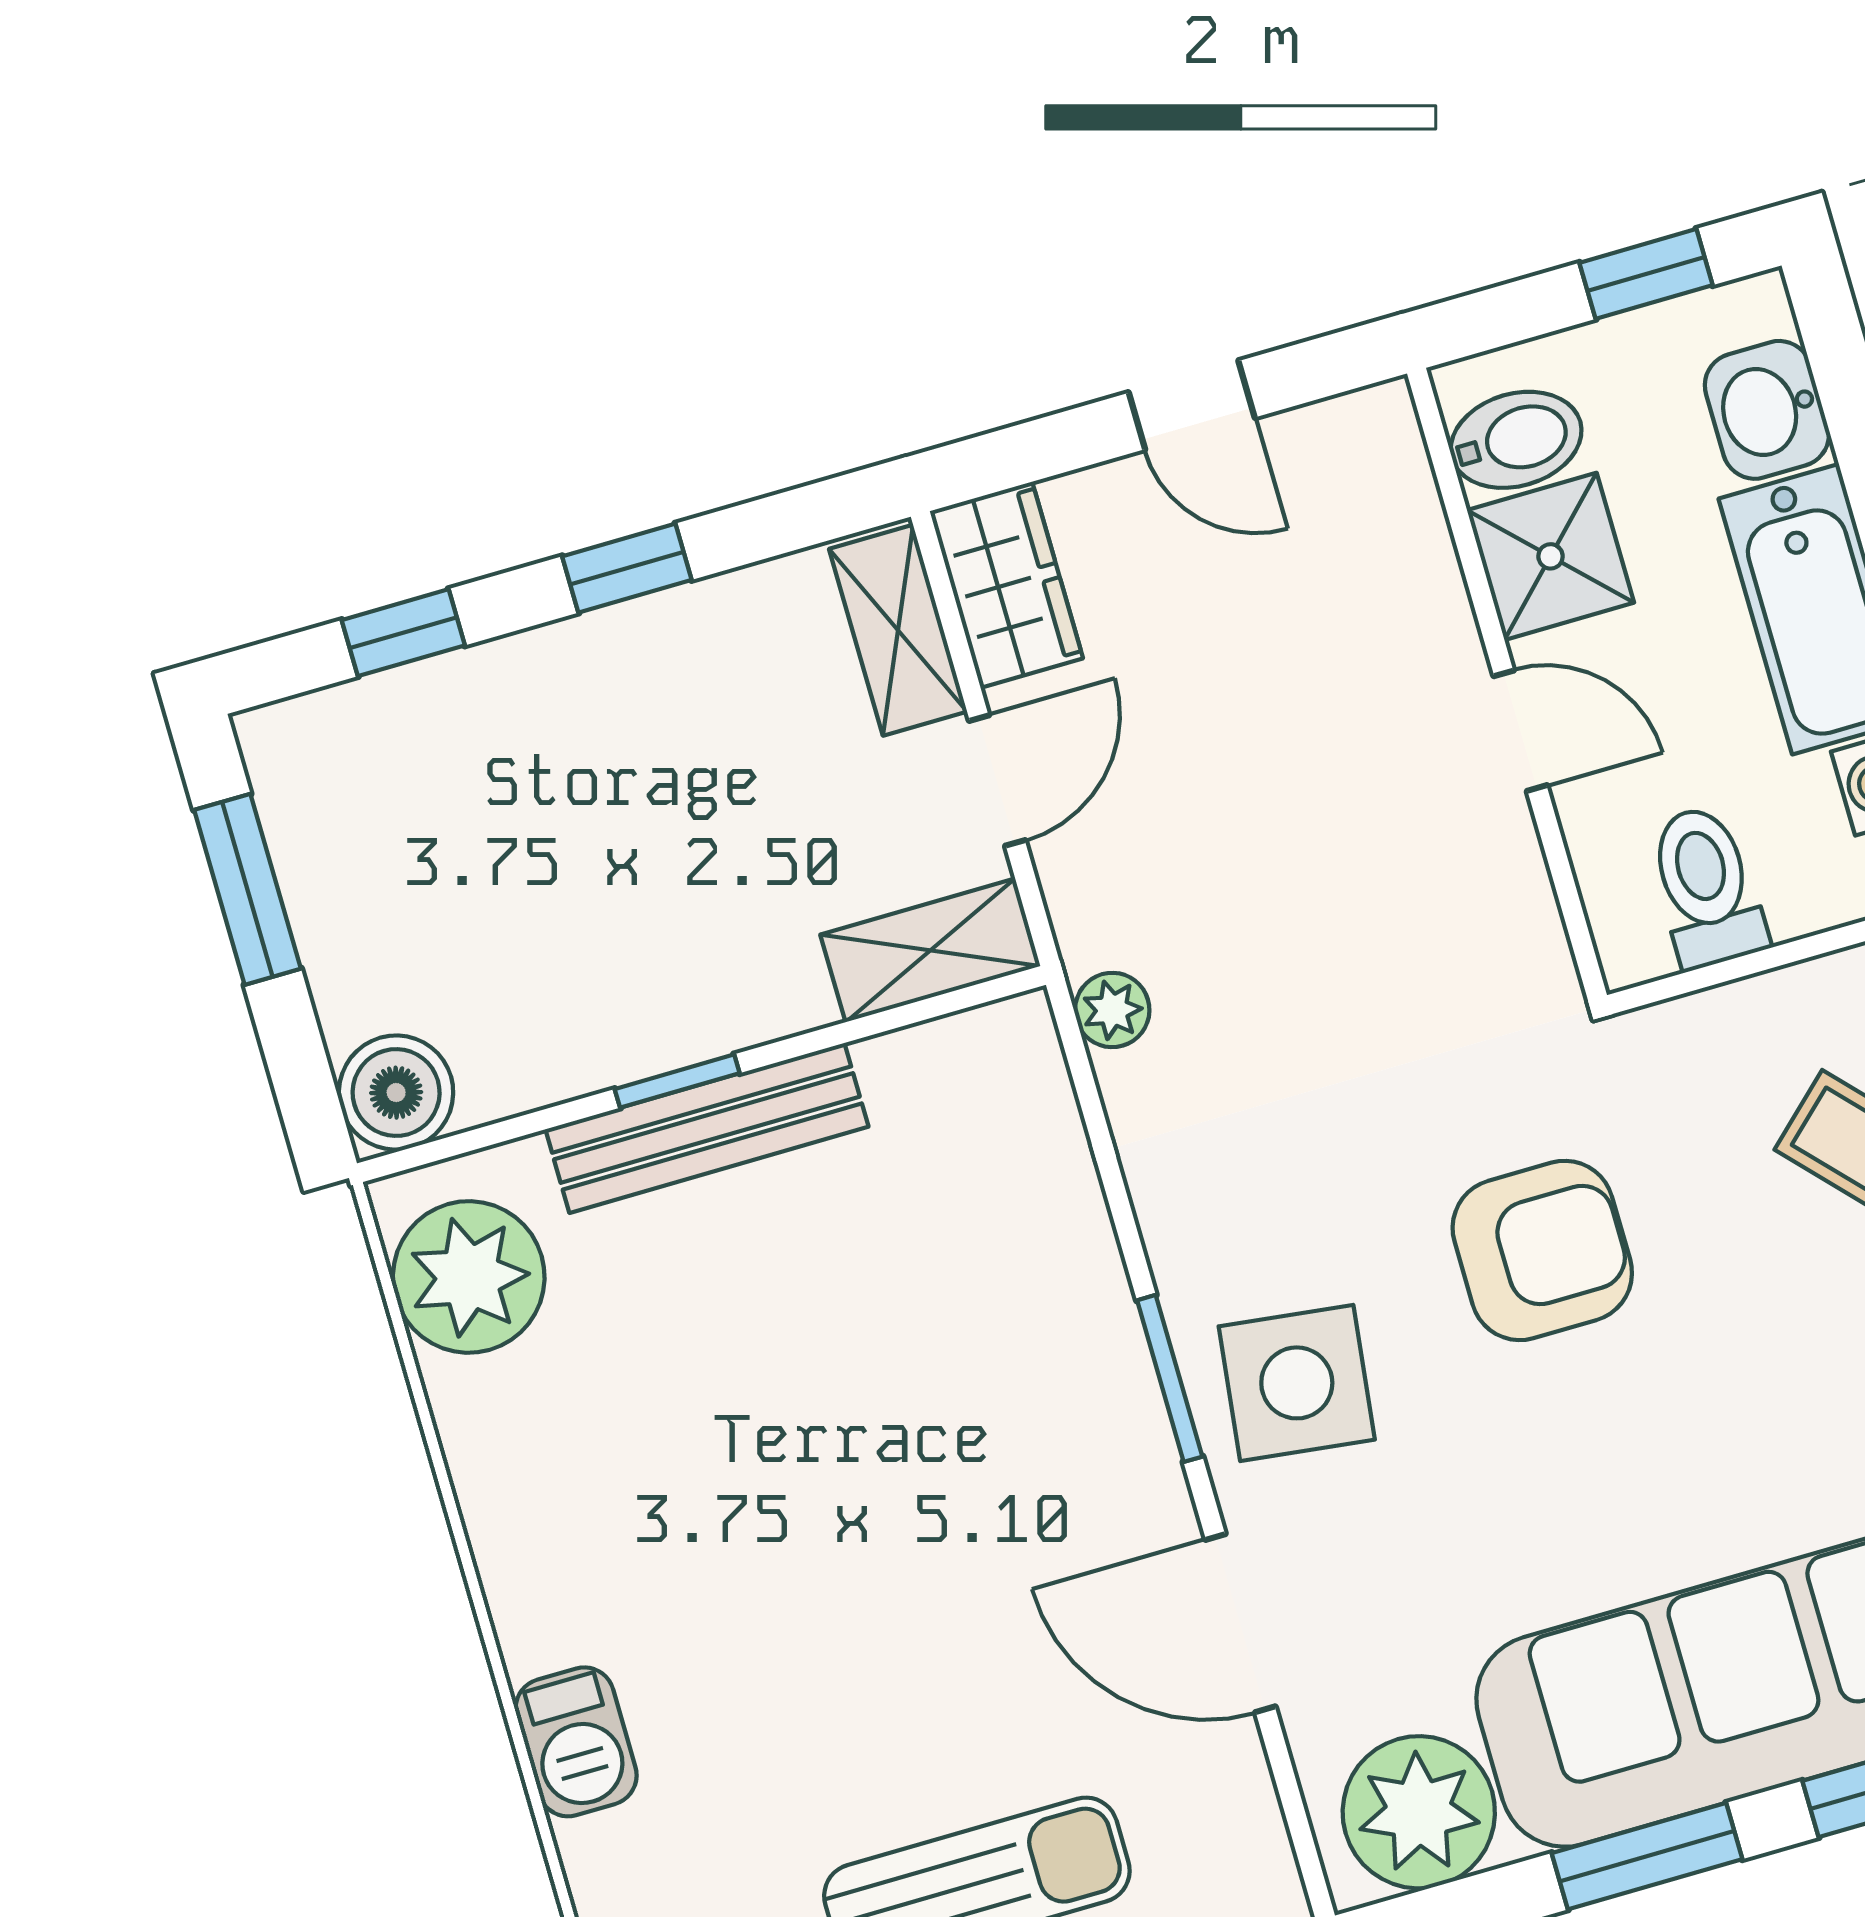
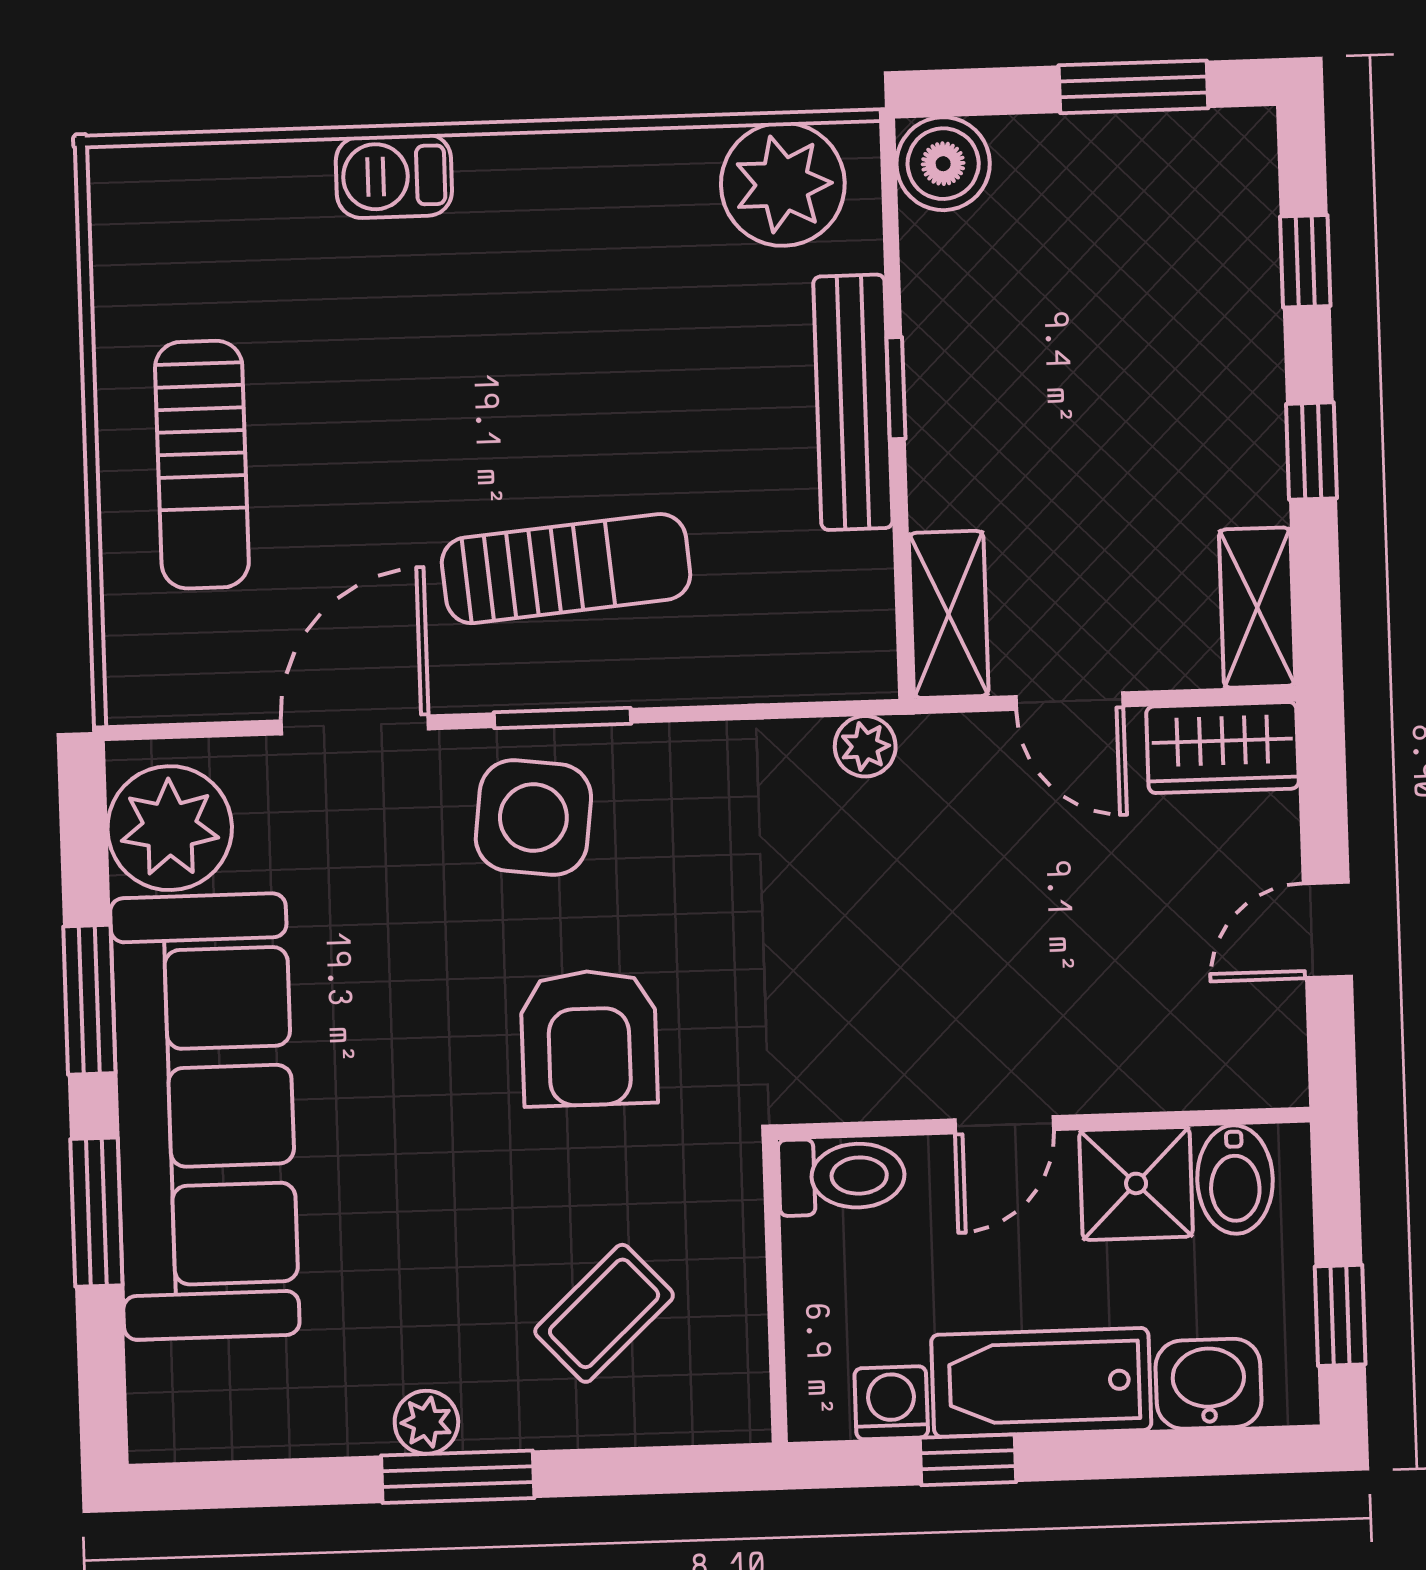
shelving: (898, 630) -> (1257, 608), moved, turned 90
toilet: (1706, 887) -> (842, 1176), moved
sun lounger: (991, 1419) -> (566, 569), added

